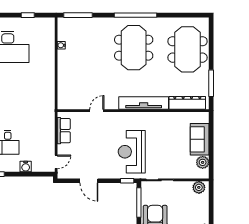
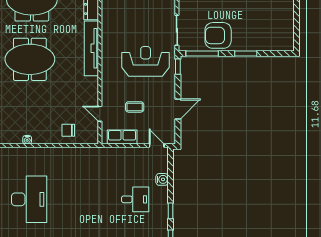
chair: (70, 82) -> (68, 130), added
door: (97, 111) -> (100, 114), moved
coffee table: (91, 142) -> (135, 107), added
reception desk: (132, 152) -> (146, 61), turned 180

